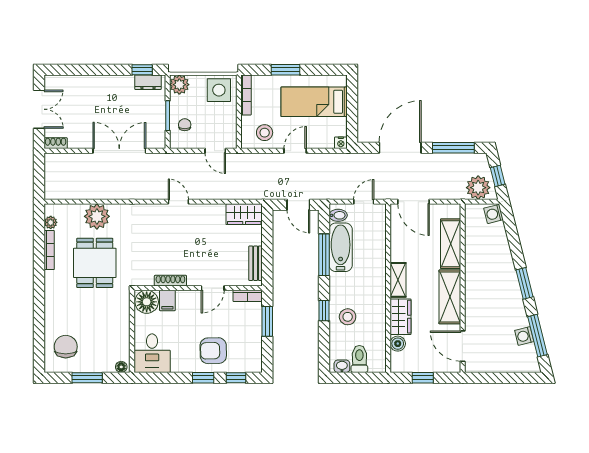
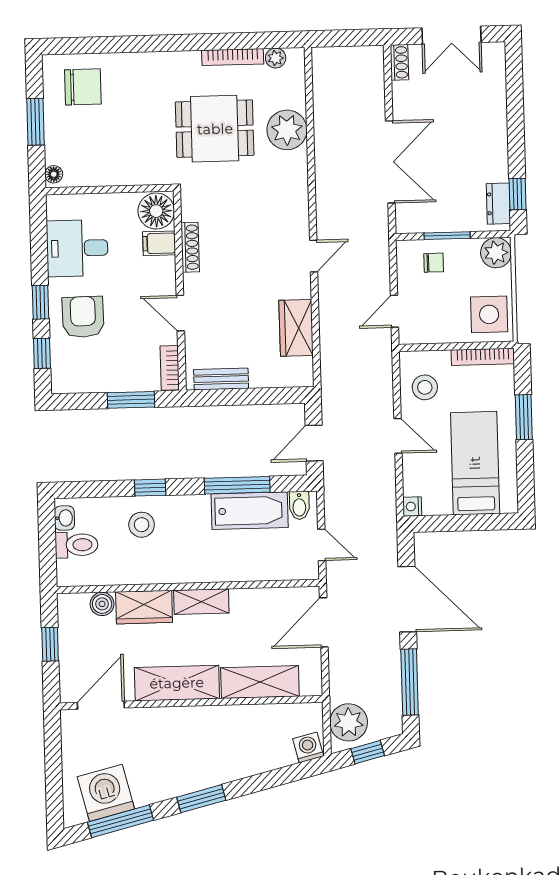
wardrobe: (244, 214) -> (296, 328), moved
washing machine: (524, 336) -> (106, 793), width x1.89, depth x1.89
desk: (152, 353) -> (77, 248), moved

